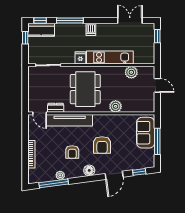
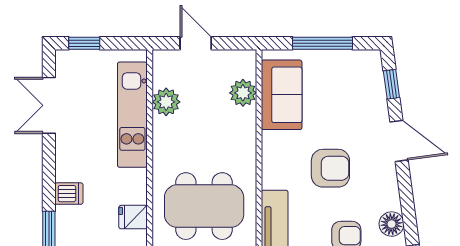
kitchen unit: (110, 57) -> (132, 115), moved
door: (157, 85) -> (196, 43), hinge flipped
plant: (116, 106) -> (243, 93), moved
sofa: (146, 133) -> (282, 95), moved, turned -90
floor lamp: (89, 170) -> (392, 224), moved

